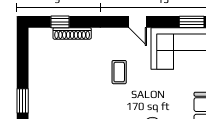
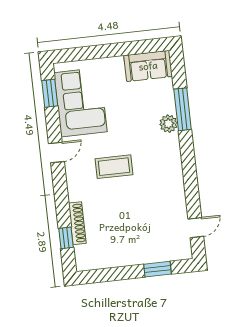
coffee table: (119, 72) -> (114, 167), width x1.36, depth x1.30

